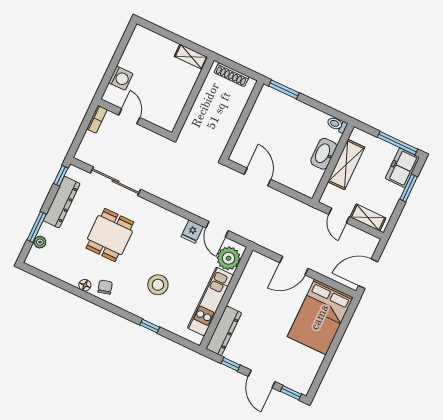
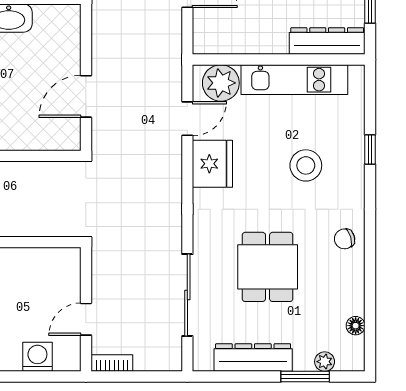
window: (61, 176) -> (216, 376), removed
fridge: (192, 232) -> (212, 164), width x1.88, depth x1.34
dining table: (110, 235) -> (268, 267), turned 90
floor lamp: (85, 285) -> (356, 326), moved

